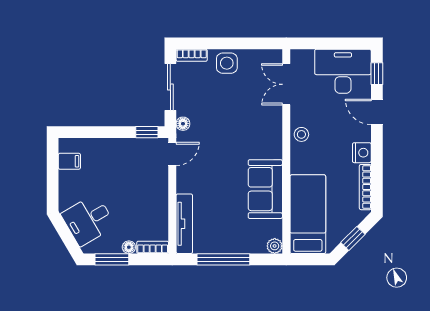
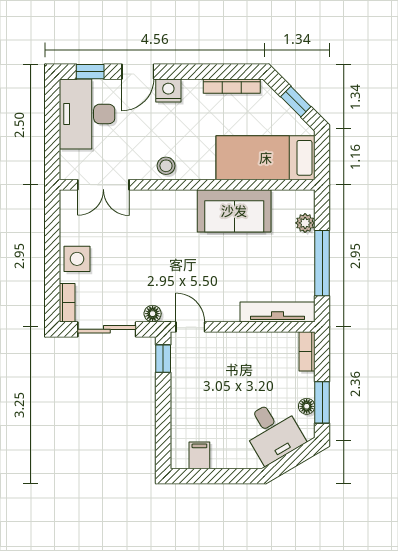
nightstand: (362, 153) -> (168, 90), moved
plant: (275, 246) -> (305, 223), moved
floor lamp: (129, 247) -> (307, 406), moved

